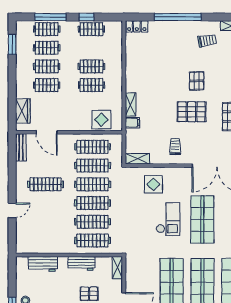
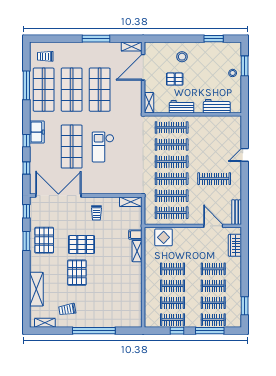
locker: (137, 26) -> (131, 322), removed
clothes rail: (91, 48) -> (173, 303), added
pallet: (197, 81) -> (77, 273), width x1.50, depth x1.42
display table: (153, 184) -> (116, 179), removed

